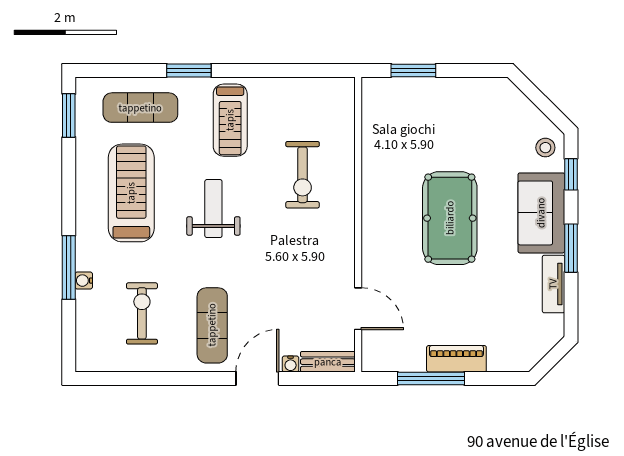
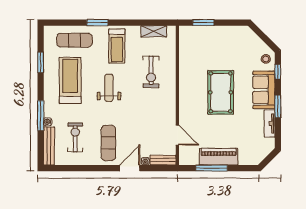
shelving: (308, 89) -> (154, 31), added
window: (69, 116) -> (41, 62), moved
bench: (86, 332) -> (49, 146), added
piano: (456, 359) -> (219, 157), width x1.37, depth x1.33

